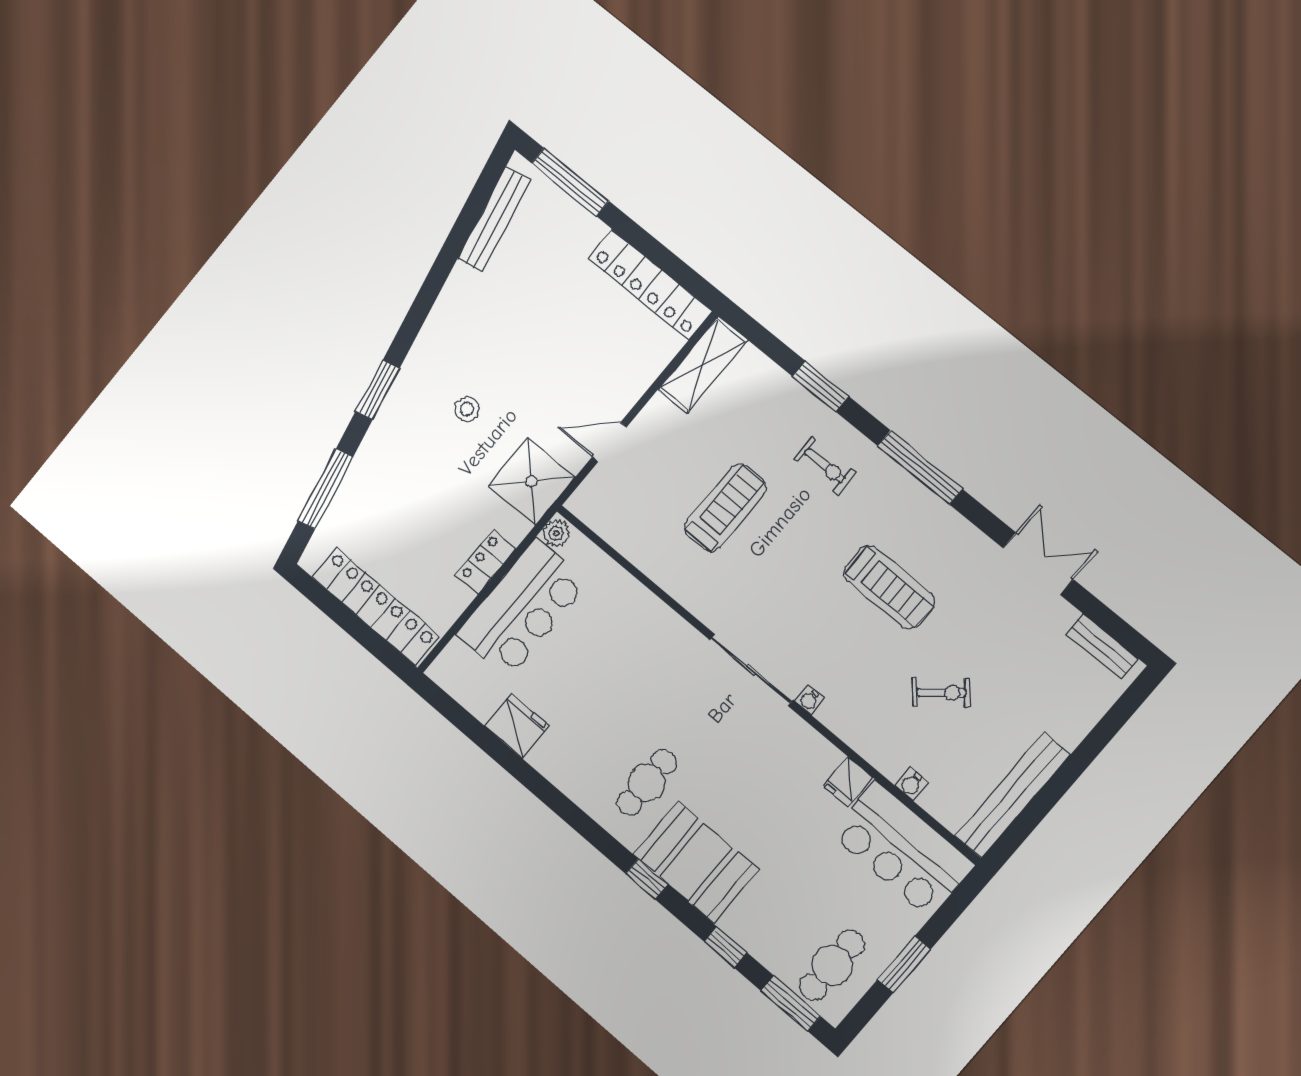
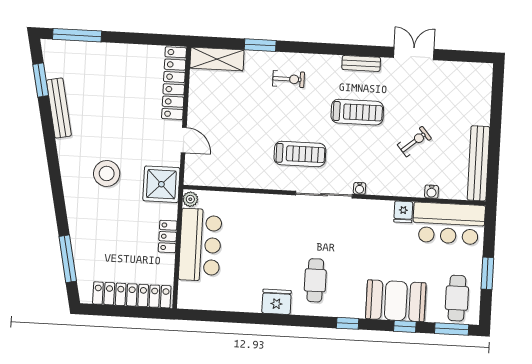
bench: (494, 220) -> (59, 108), moved
locker: (650, 284) -> (174, 83), moved, turned 90
shelving: (703, 365) -> (217, 59), moved, turned 90
window: (378, 390) -> (41, 80), moved
stool: (467, 409) -> (107, 173), width x1.89, depth x1.89
door: (609, 442) -> (184, 140), swing flipped
window: (920, 467) -> (331, 49), removed
treadmill: (725, 508) -> (300, 154), moved, turned 90
bench: (1102, 646) -> (361, 63), moved
fridge: (517, 726) -> (277, 302), moved
booth: (696, 862) -> (396, 301), moved

